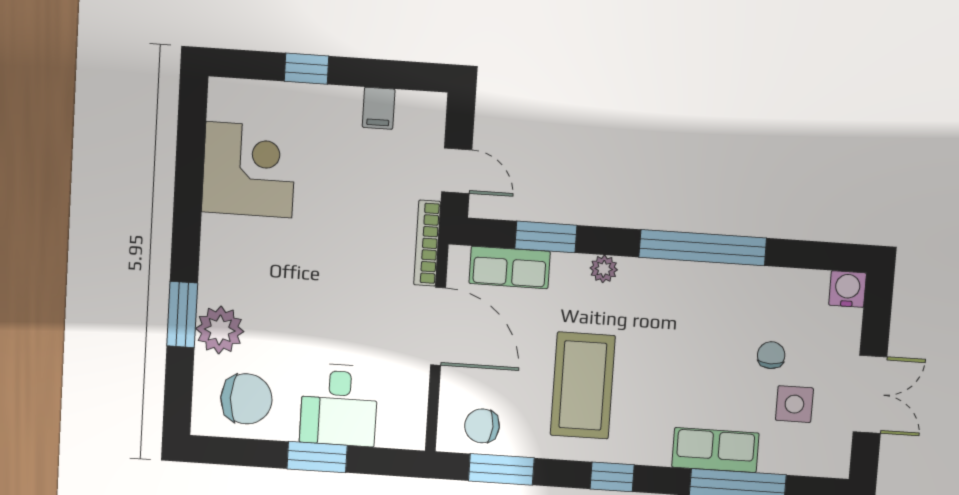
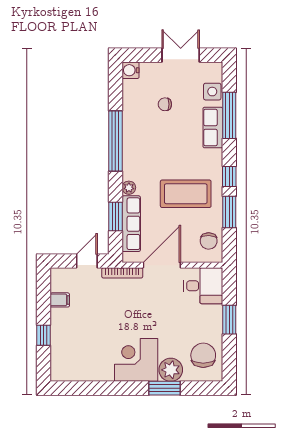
corner desk: (249, 170) -> (136, 360), moved
row of seats: (510, 267) -> (131, 224), width x1.48
side table: (794, 404) -> (212, 92), moved
desk: (339, 405) -> (203, 286), moved
window: (501, 469) -> (229, 212), moved

